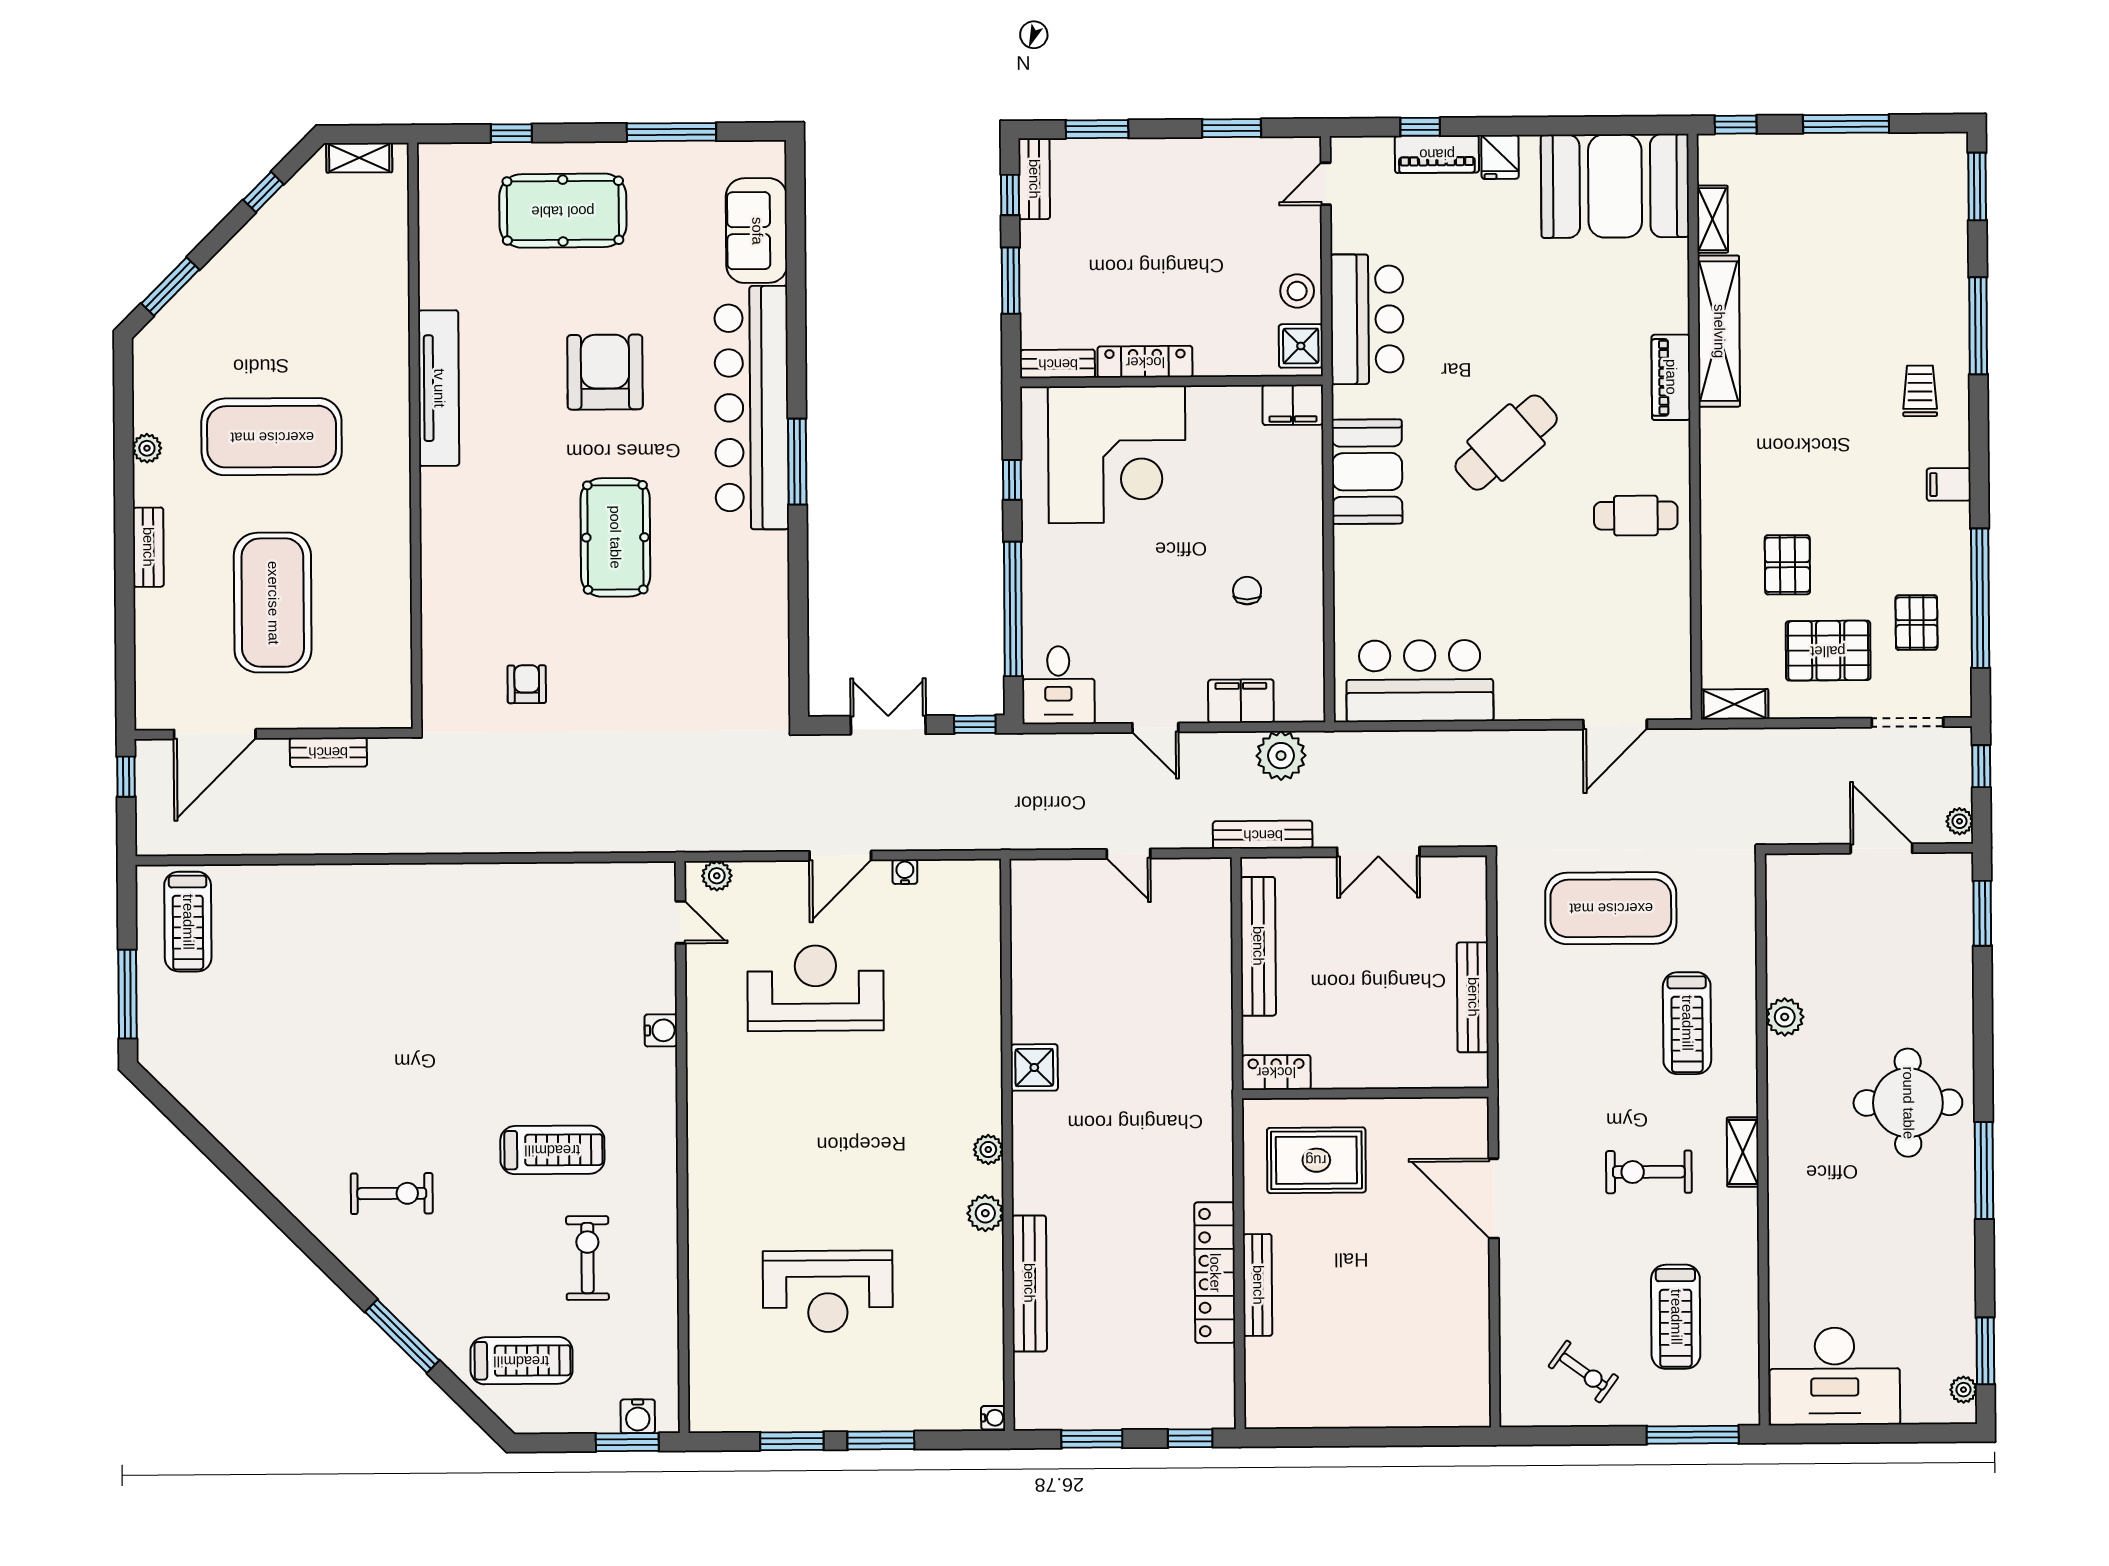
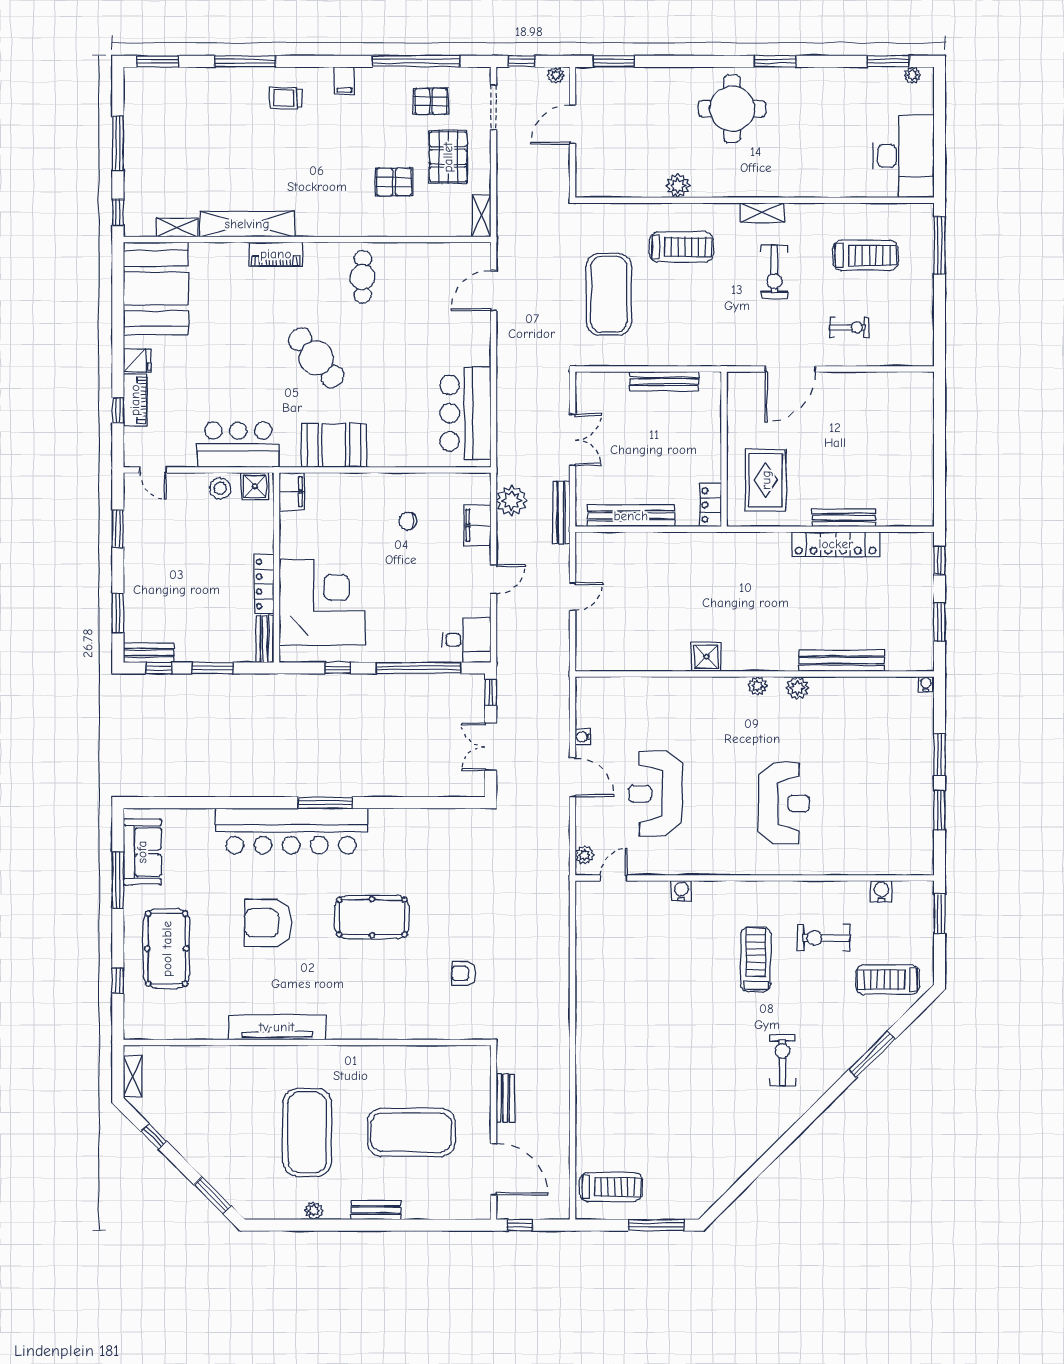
sofa: (757, 231) -> (142, 852), moved, turned -90
door: (1615, 724) -> (494, 291), swing flipped
window: (1984, 1171) -> (775, 61), width x0.69
reception desk: (828, 1291) -> (784, 803), moved
treadmill: (521, 1361) -> (888, 980), turned -90
exercise bike: (1583, 1372) -> (849, 328), moved, turned 54
water cooler: (638, 1416) -> (881, 891), moved, turned -90

